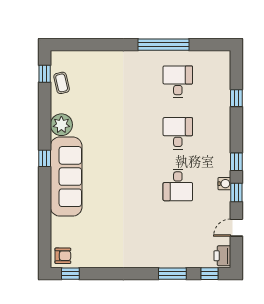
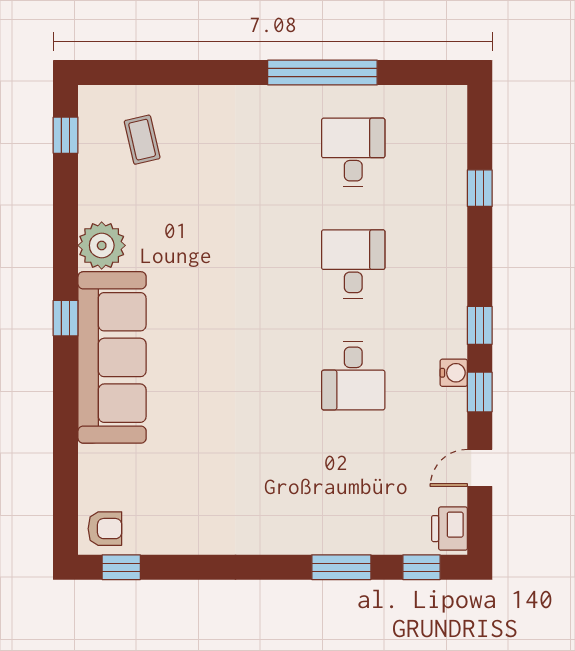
coffee table: (62, 83) -> (142, 140), moved

